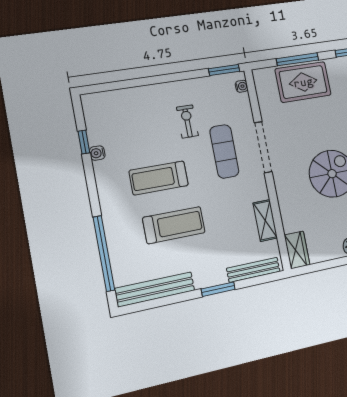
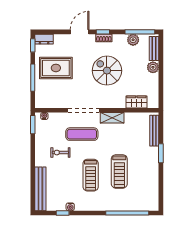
rug: (303, 82) -> (56, 68), moved, turned 90
shelving: (265, 220) -> (112, 118), moved
treadmill: (174, 225) -> (119, 171), turned 180
wardrobe: (297, 250) -> (136, 102), moved
bench: (155, 289) -> (40, 189), moved

